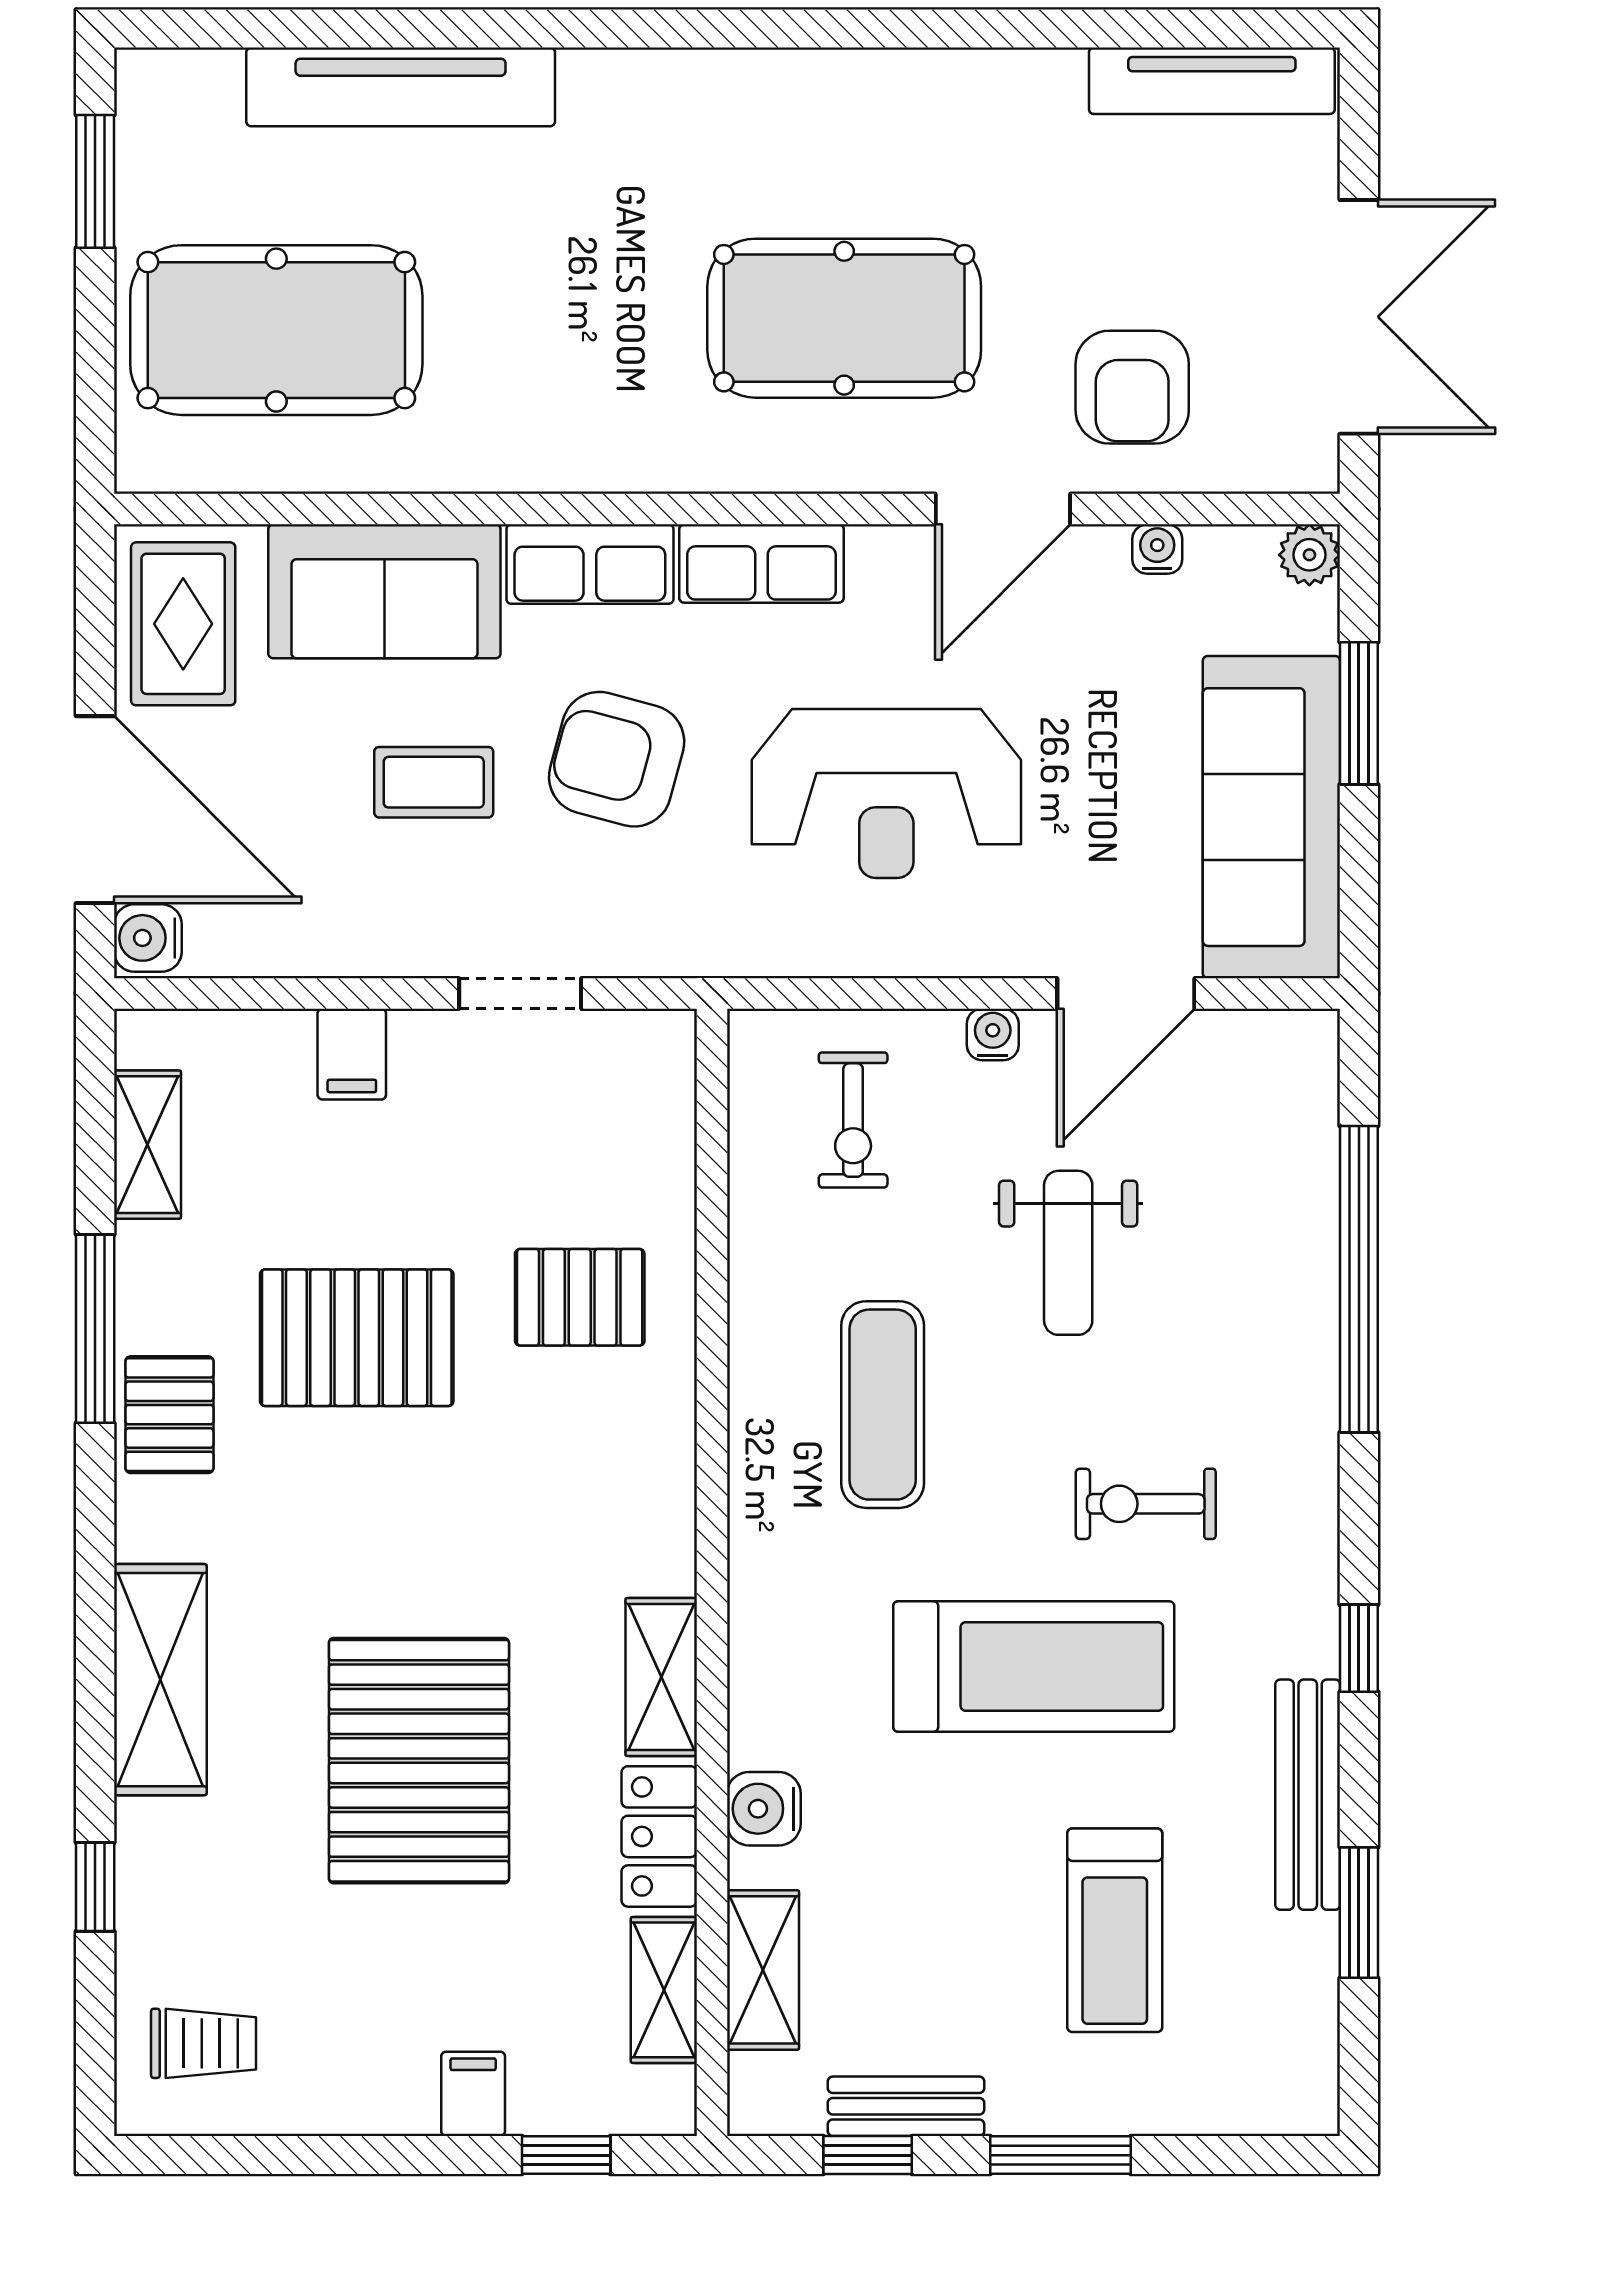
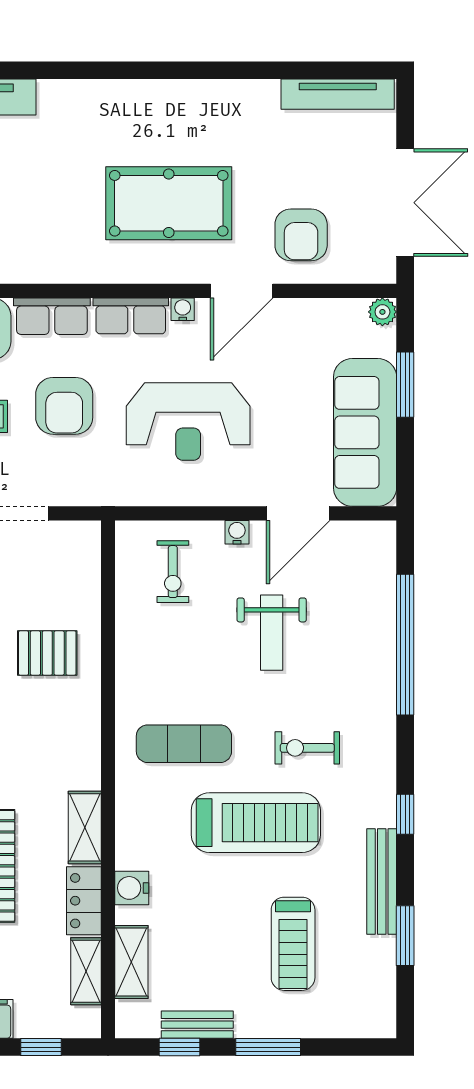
water cooler: (1157, 549) -> (183, 309), moved
armchair: (617, 759) -> (64, 406), turned -105
exercise mat: (883, 1405) -> (184, 744), moved, turned 90

